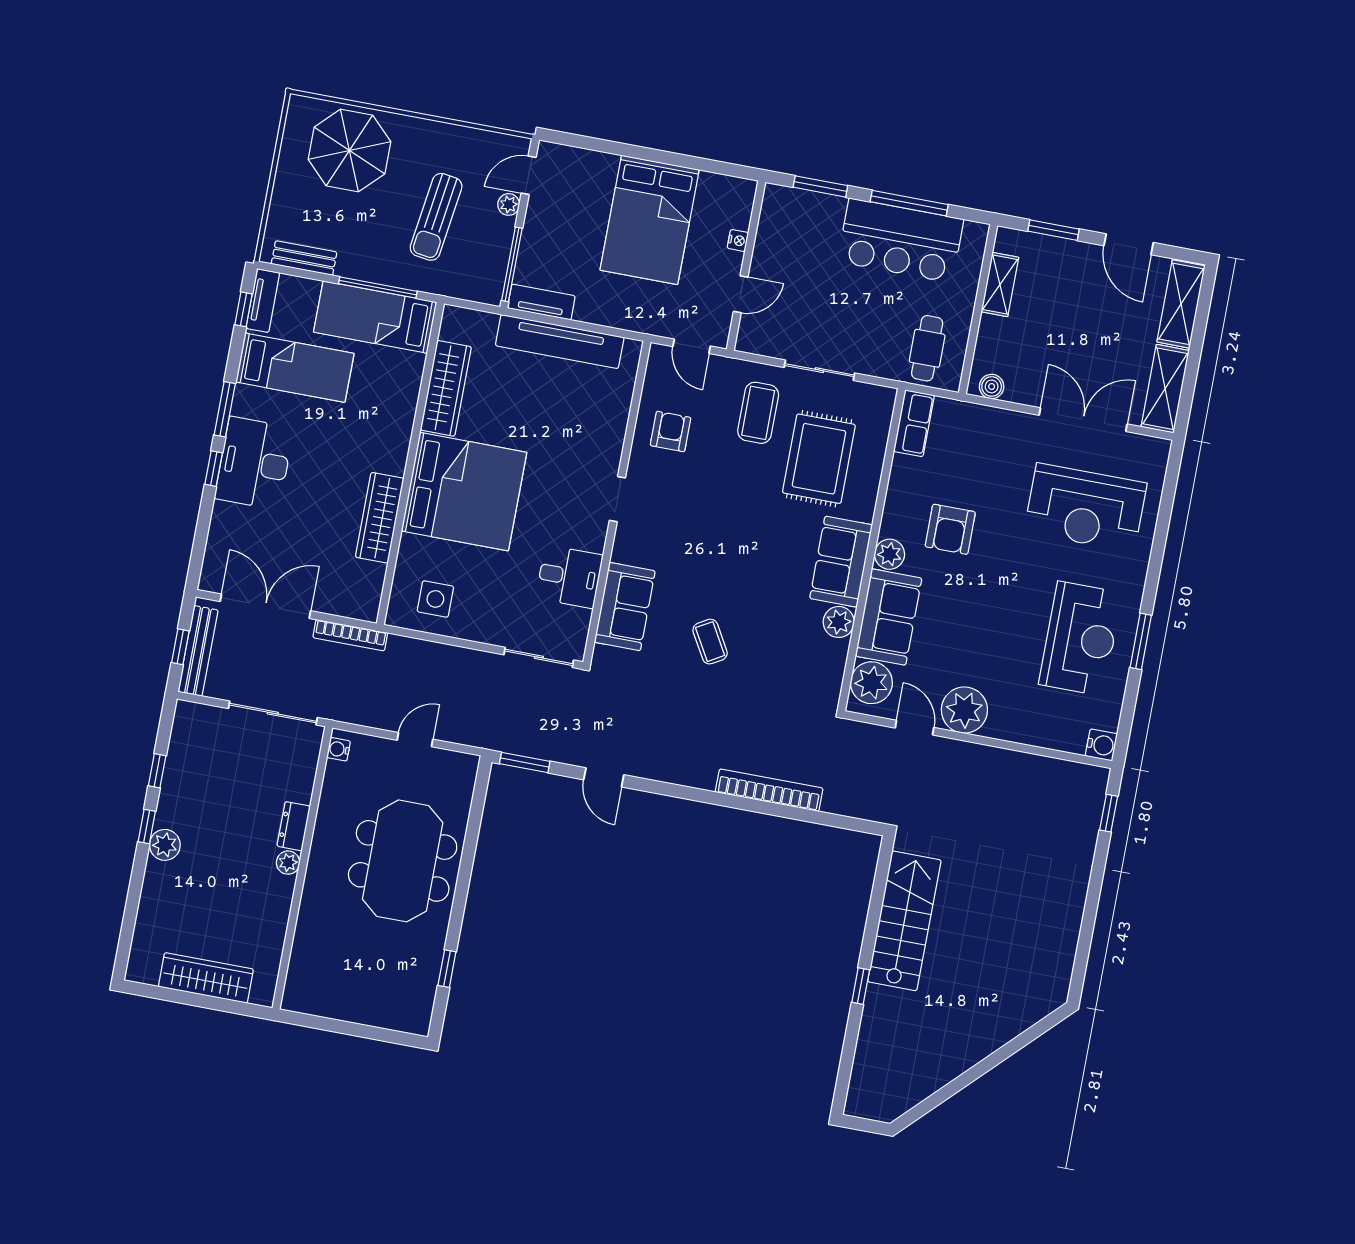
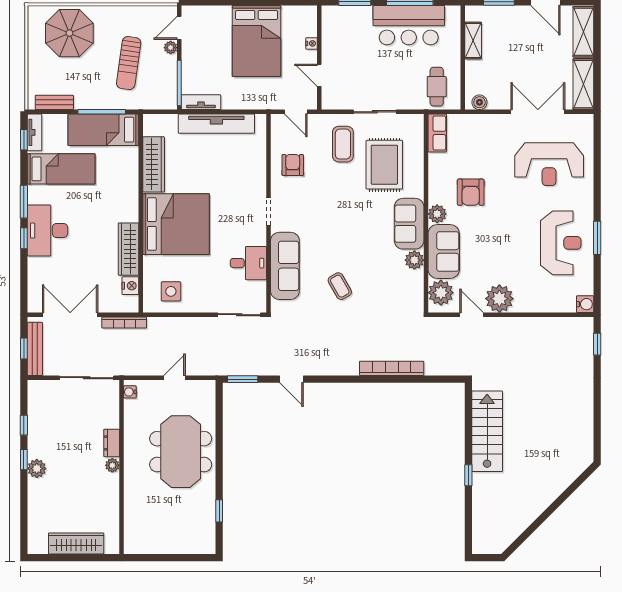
door: (741, 294) -> (319, 75), swing flipped
nightstand: (372, 578) -> (130, 286), added
sofa: (625, 607) -> (285, 266), width x1.36

